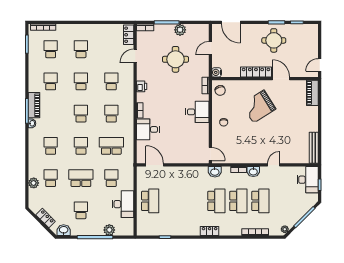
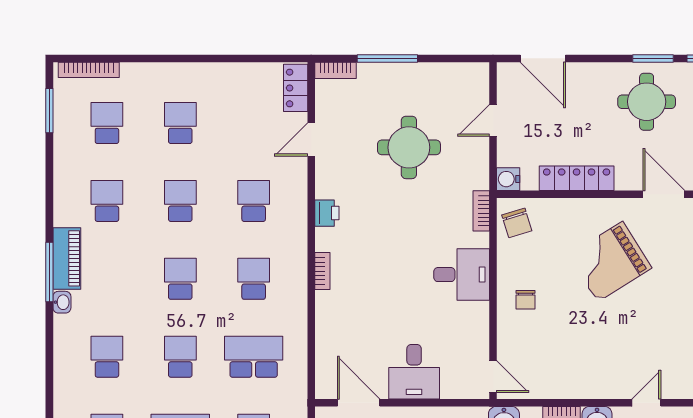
plant: (180, 30) -> (420, 76), removed
locker: (256, 72) -> (577, 178), moved
desk: (148, 129) -> (414, 372), moved, turned -90

